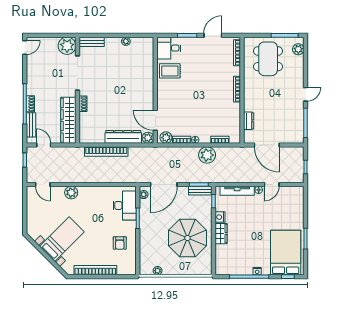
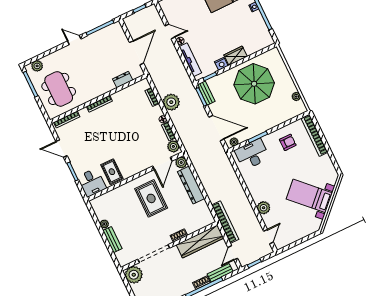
bench: (92, 42) -> (112, 240), moved
dining table: (268, 59) -> (59, 89), turned 90
rug: (129, 95) -> (151, 198), added
bookcase: (106, 152) -> (225, 222), moved
bookcase: (95, 270) -> (314, 136), moved

